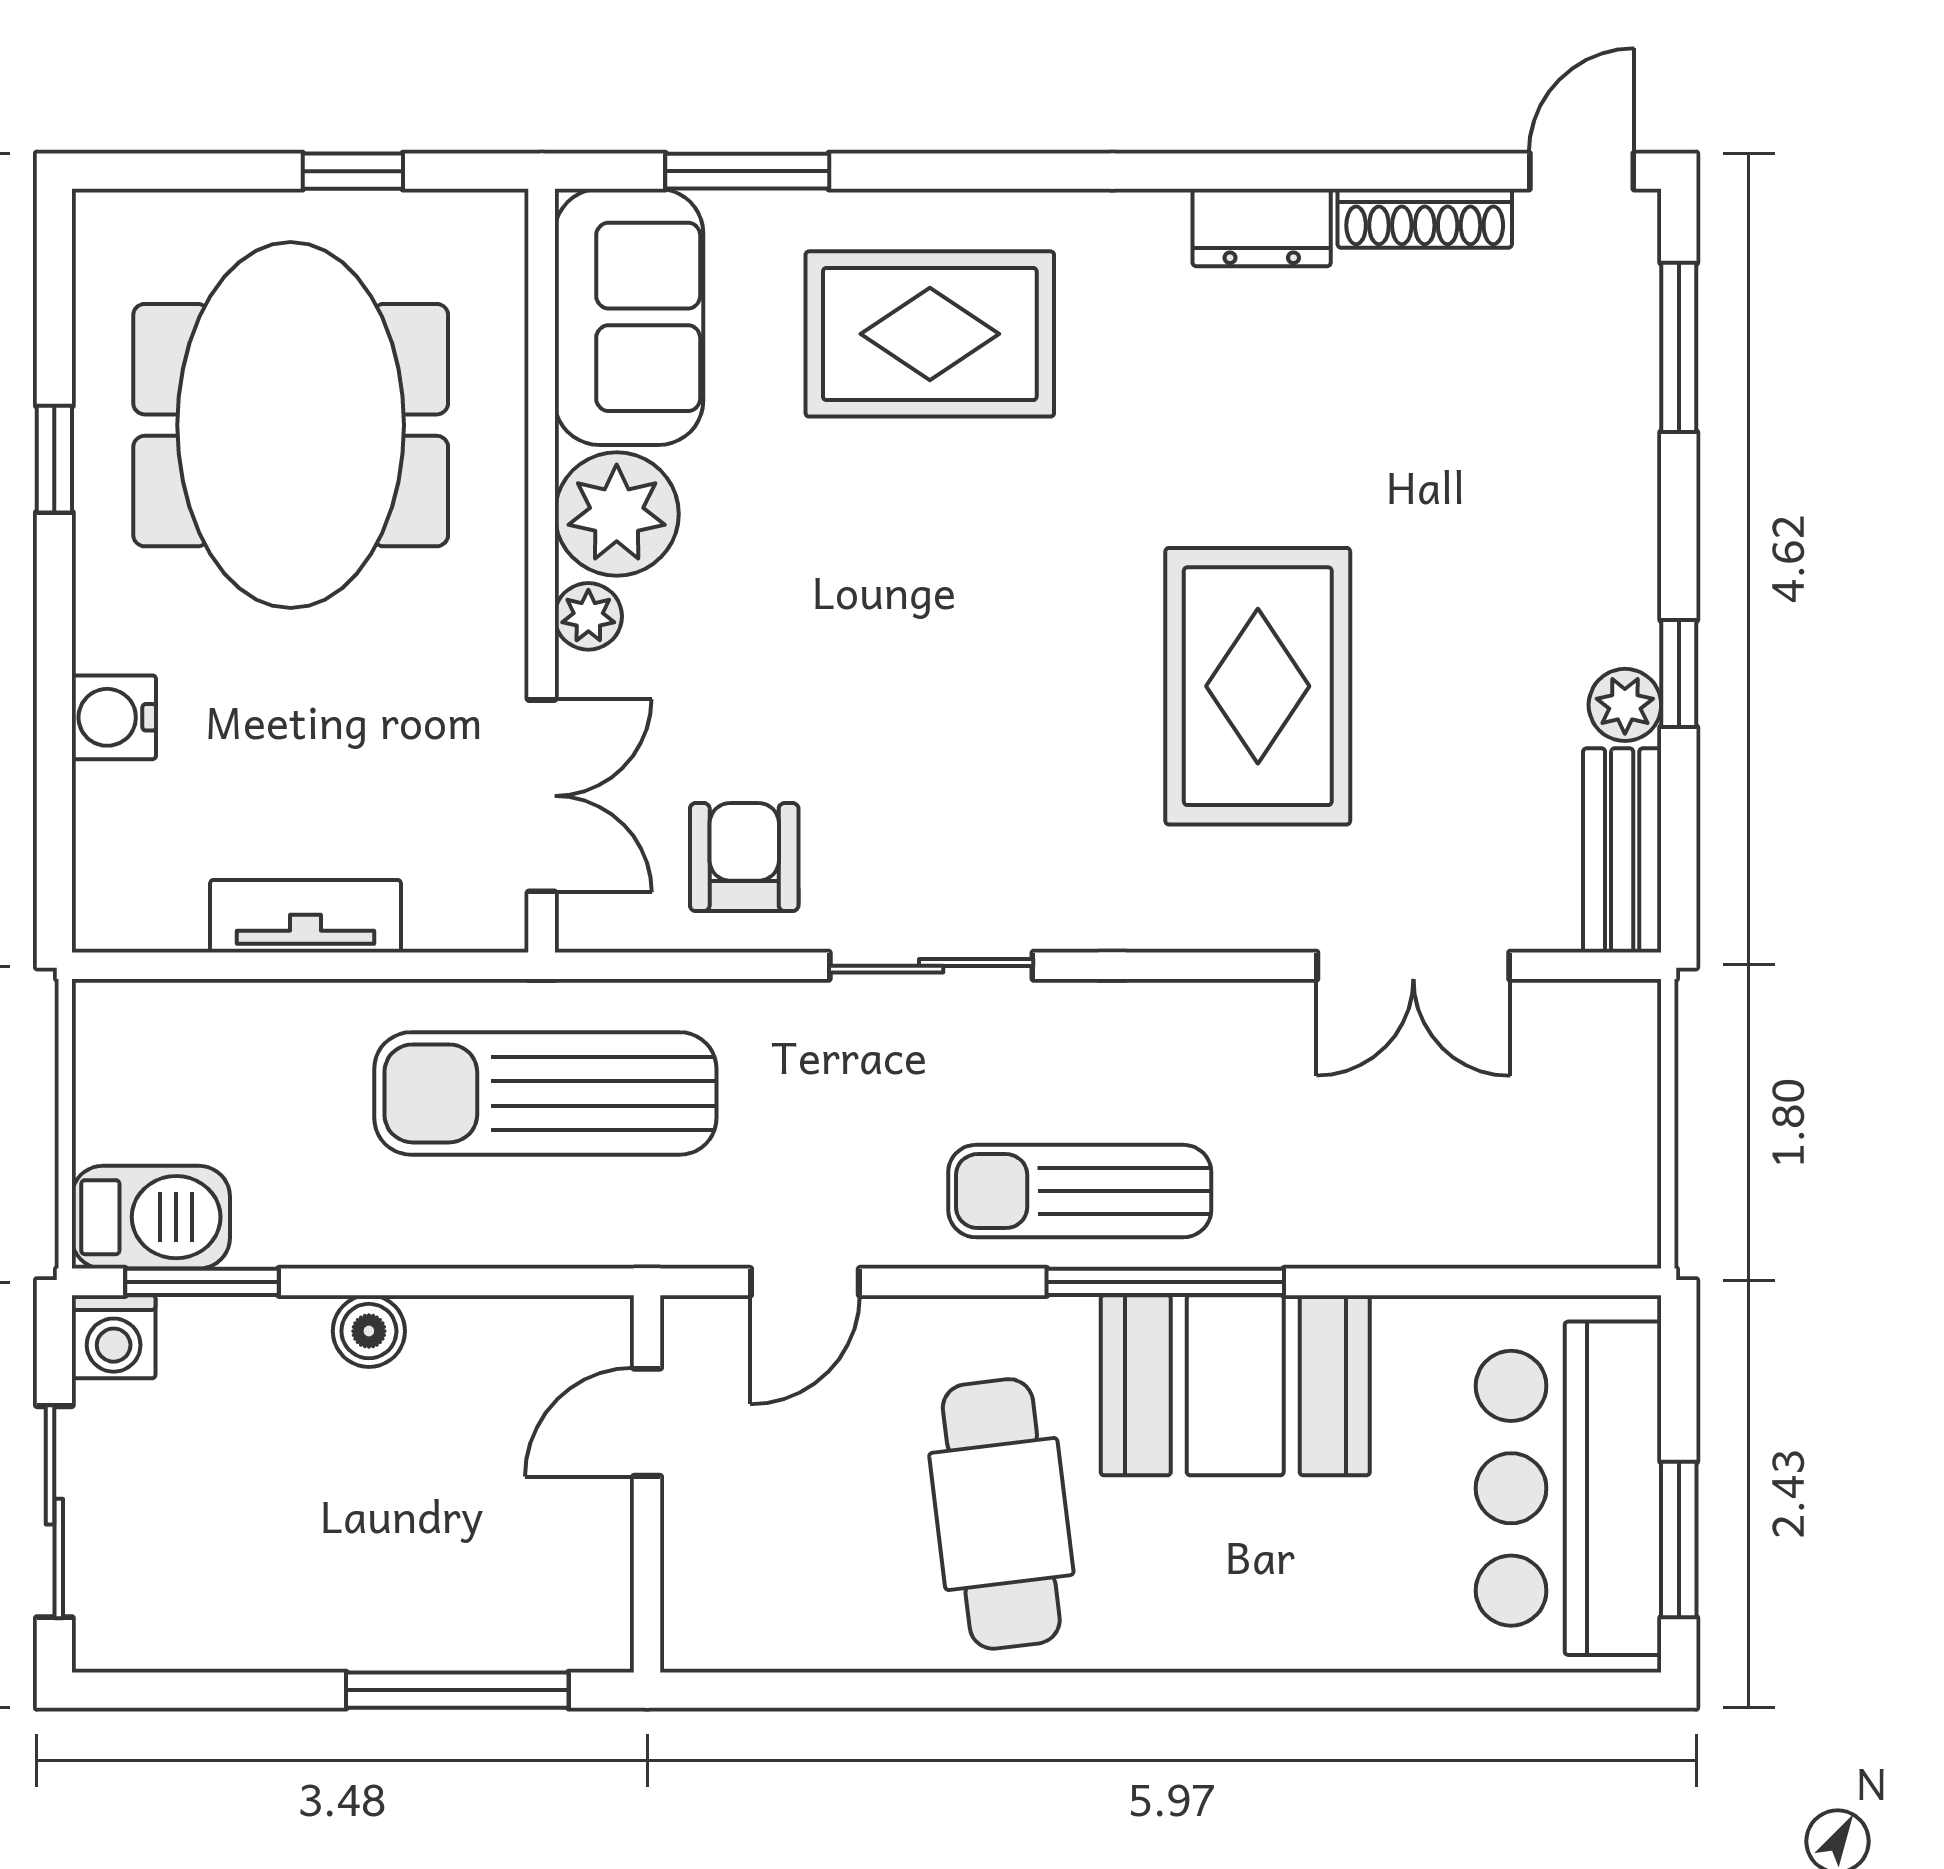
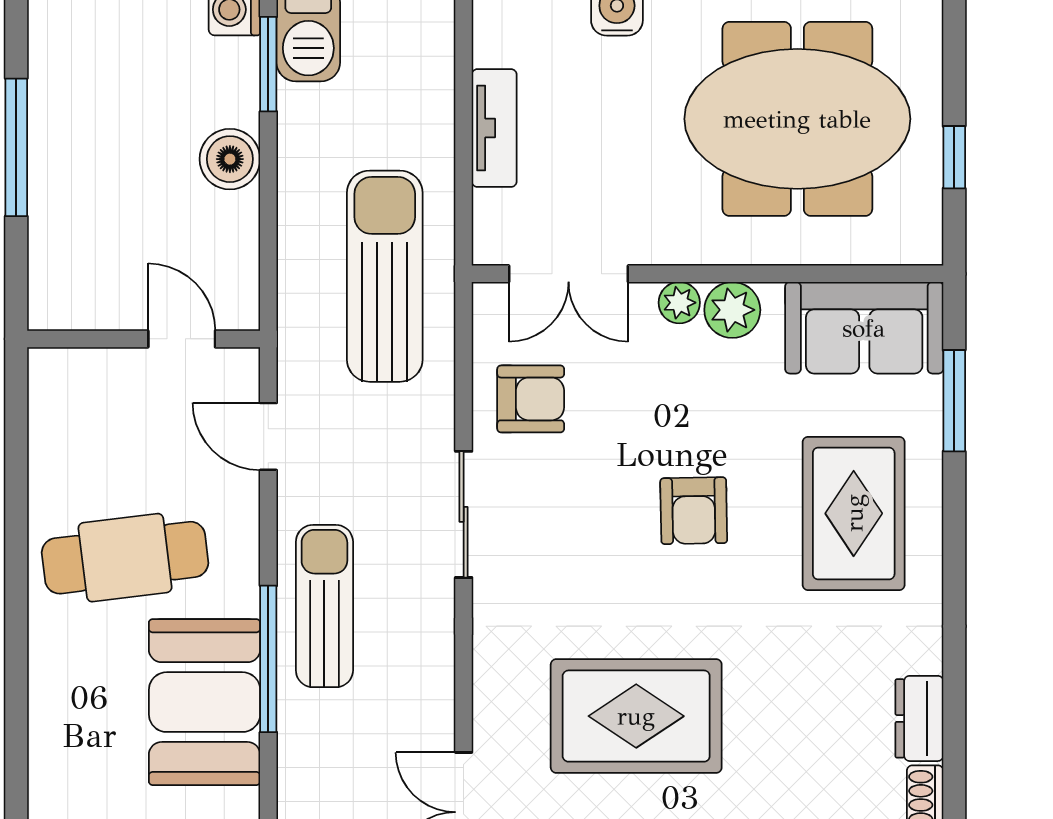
plant: (617, 514) -> (732, 310), width x0.73, depth x0.73
armchair: (925, 593) -> (694, 511), added
boiler: (369, 1331) -> (230, 159), width x1.36, depth x1.36
window: (457, 1690) -> (16, 147), moved

